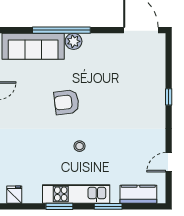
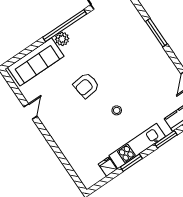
window: (61, 30) -> (65, 26), moved
window: (169, 97) -> (156, 33), width x2.17
fridge: (14, 195) -> (108, 167), moved

